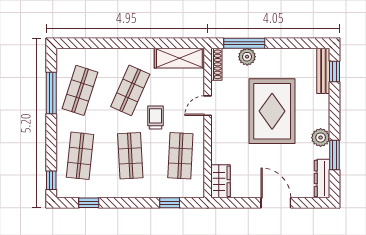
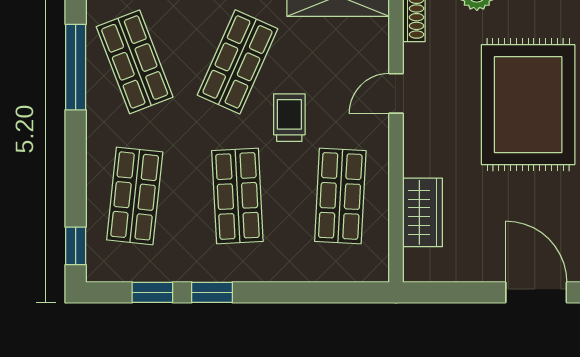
shop shelf: (80, 90) -> (135, 62), turned -39
wardrobe: (221, 181) -> (423, 212), moved
window: (170, 203) -> (212, 292), moved

